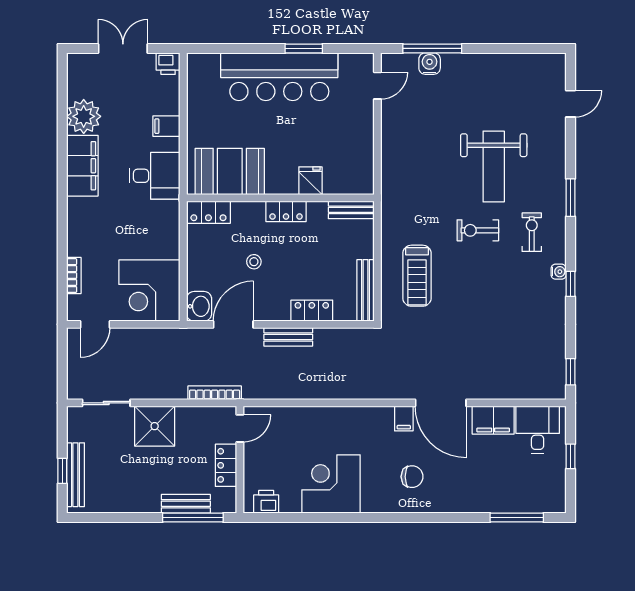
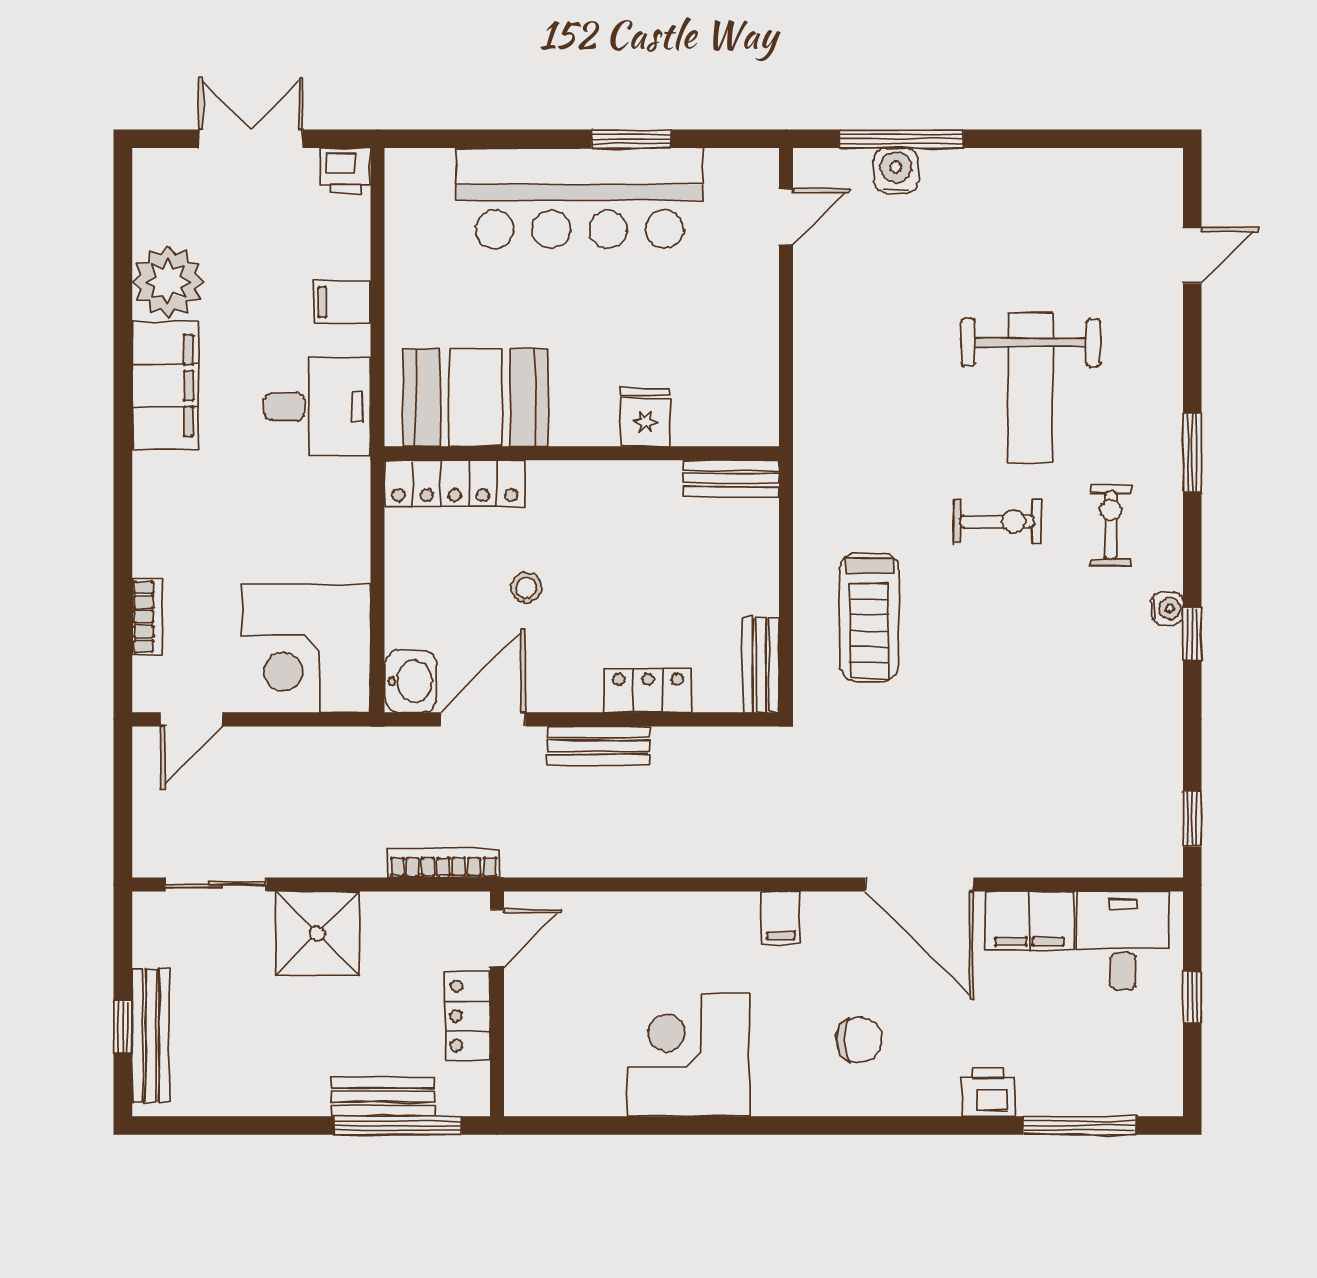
locker: (286, 211) -> (594, 482), removed
locker: (208, 212) -> (455, 483), width x1.53
exercise bike: (478, 230) -> (997, 522), turned 180
bench: (366, 290) -> (761, 665), width x0.73
filing cabinet: (404, 419) -> (781, 917), moved
printer: (266, 502) -> (988, 1092), moved

